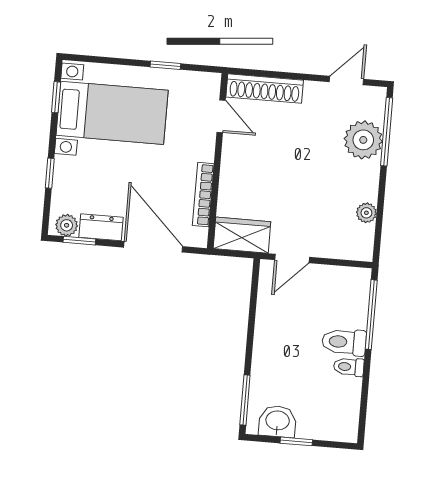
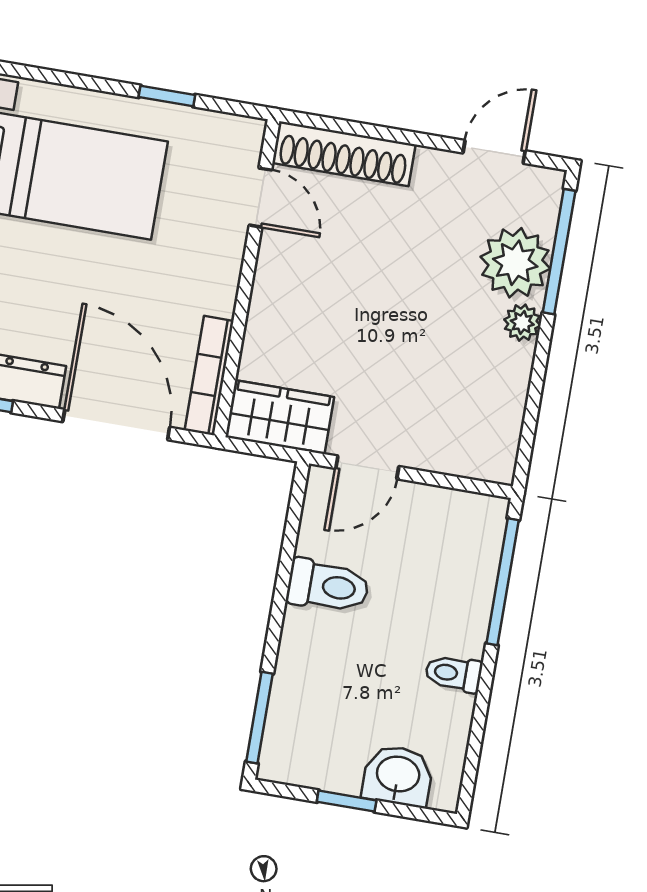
bookcase: (203, 195) -> (209, 376), moved
plant: (366, 213) -> (522, 323), moved
toilet: (344, 342) -> (328, 586), moved, turned 180
washbasin: (277, 421) -> (398, 776), moved

